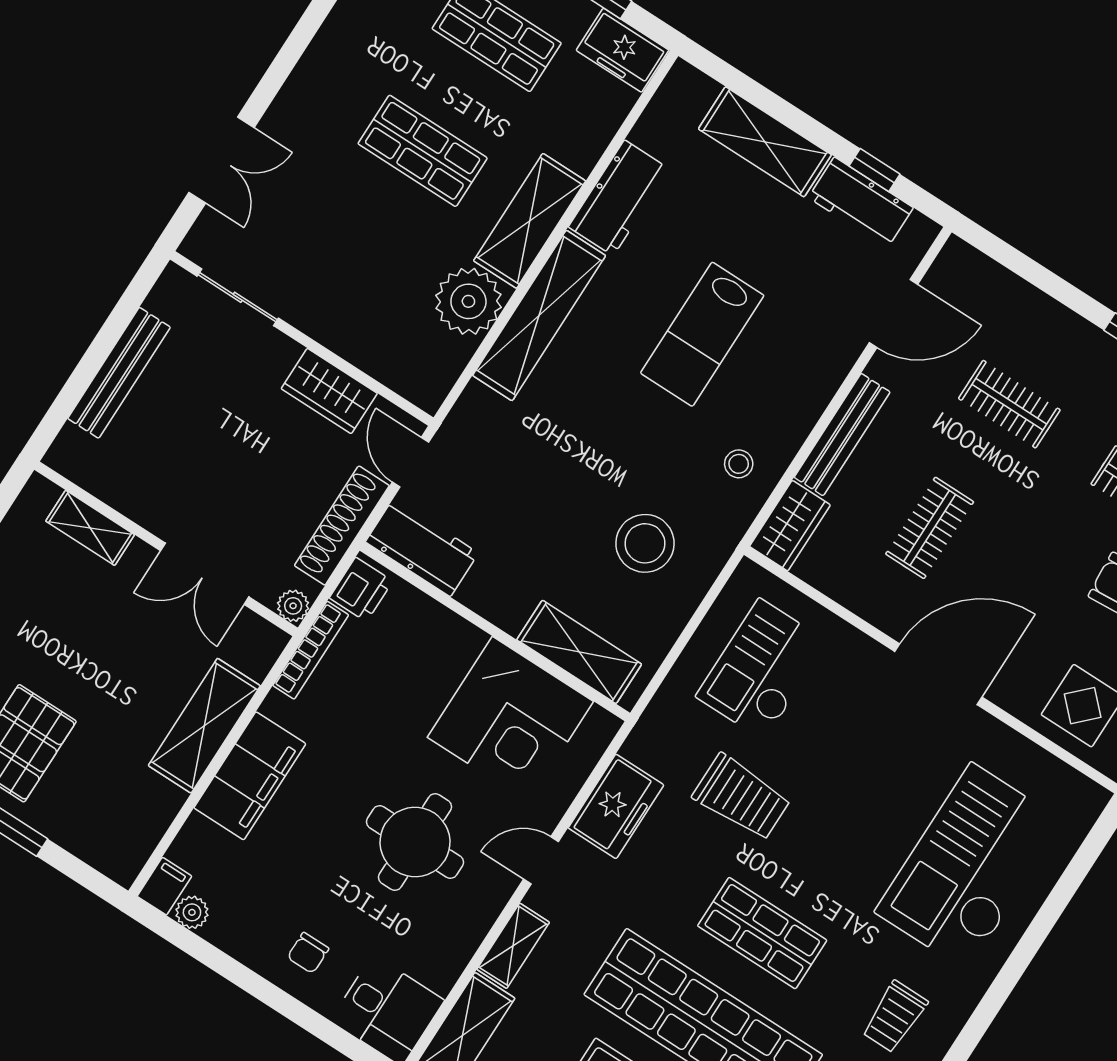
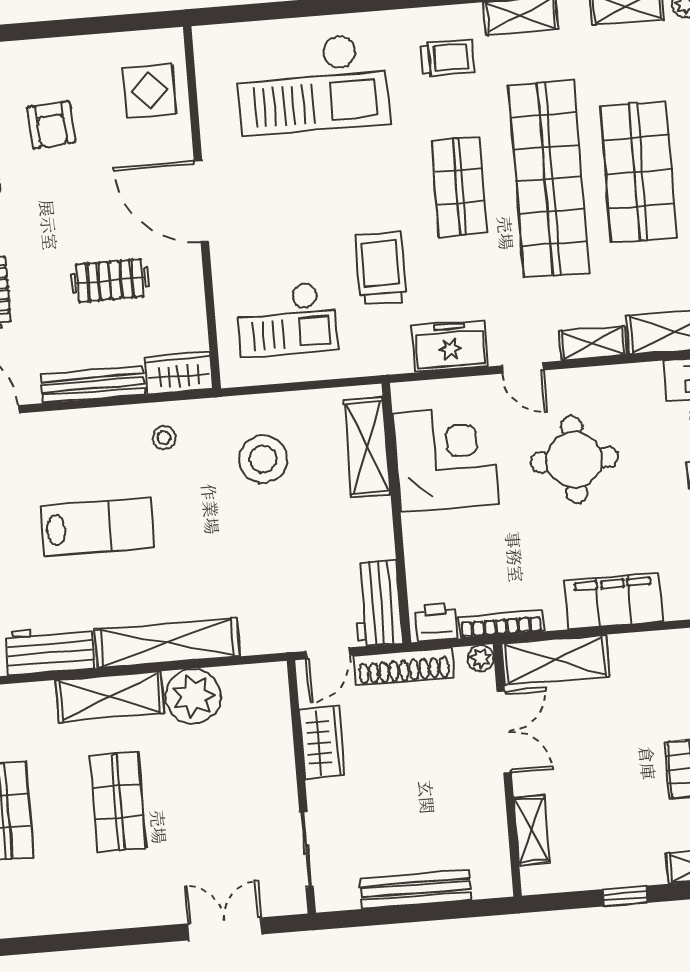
shelving: (204, 726) -> (555, 660), moved

